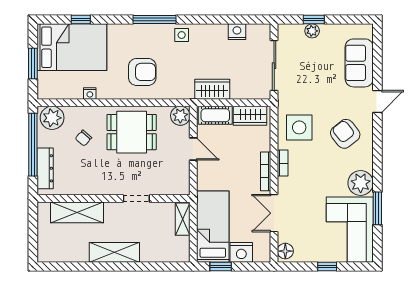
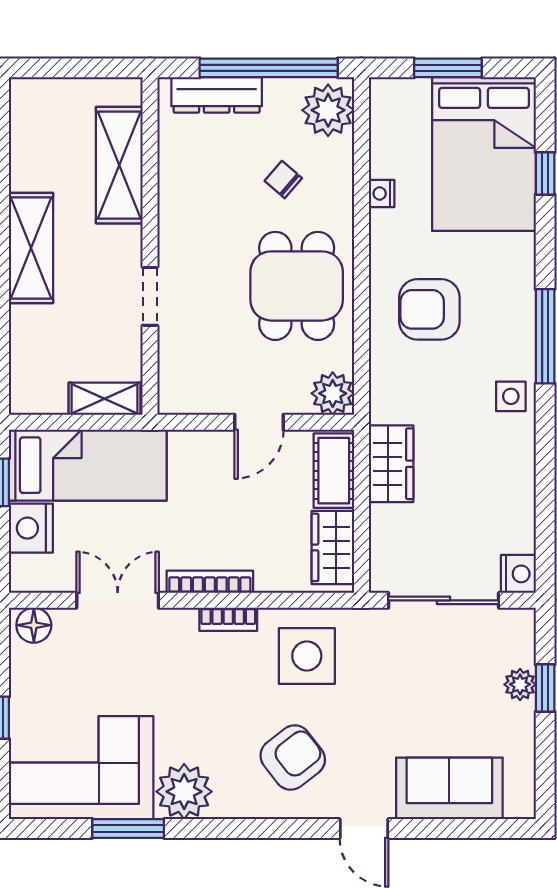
nightstand: (237, 32) -> (518, 574), moved
armchair: (142, 72) -> (429, 309), turned 90

